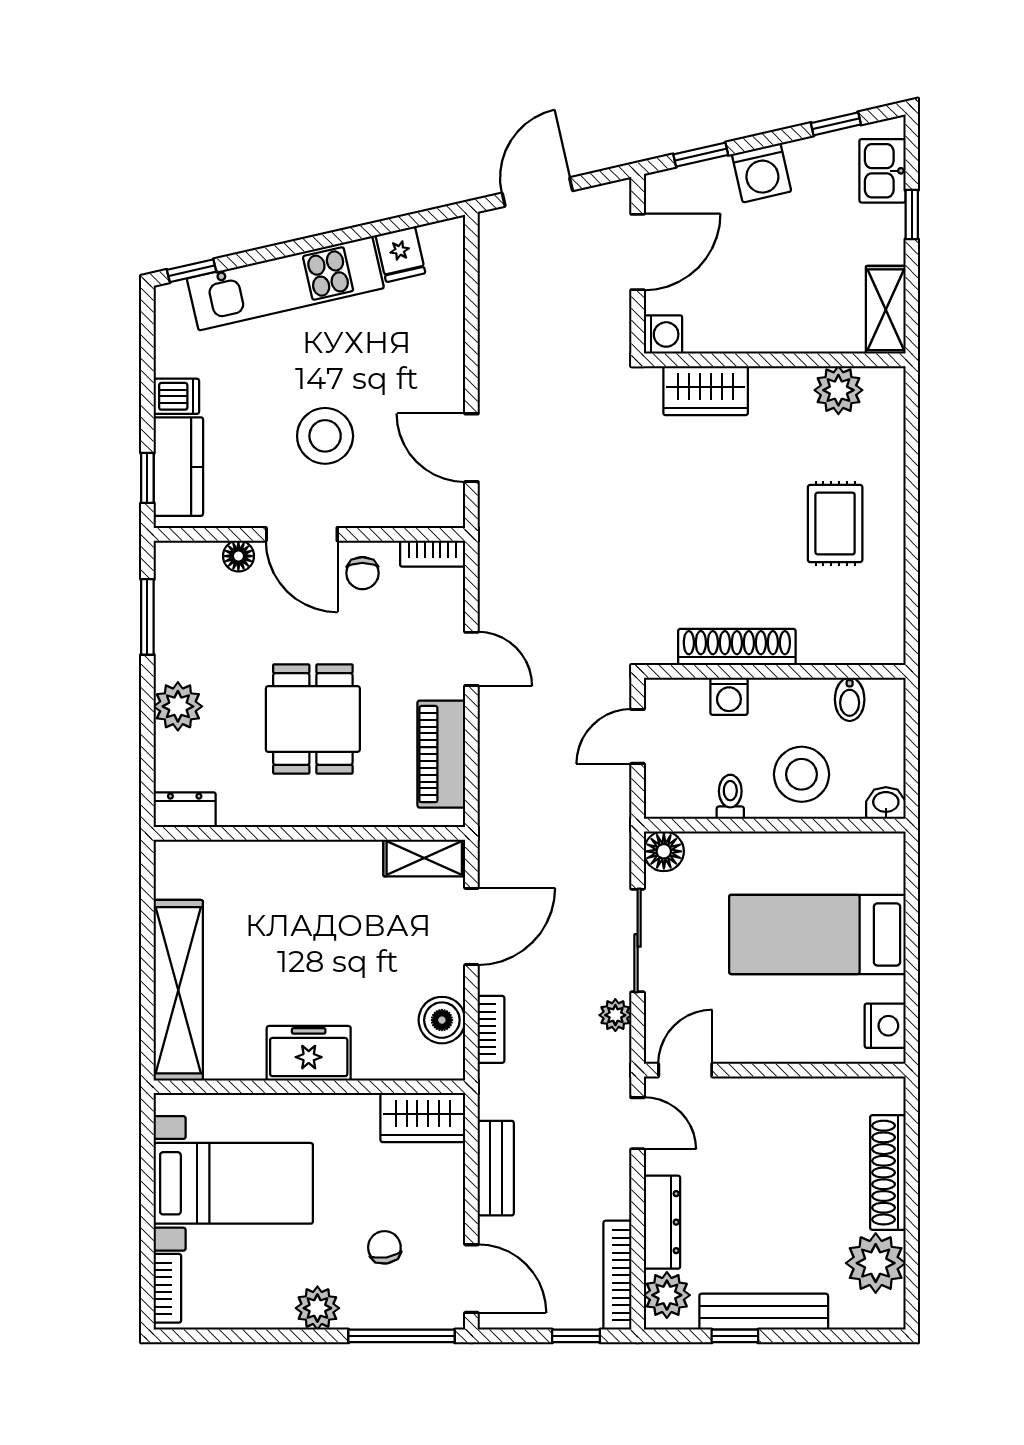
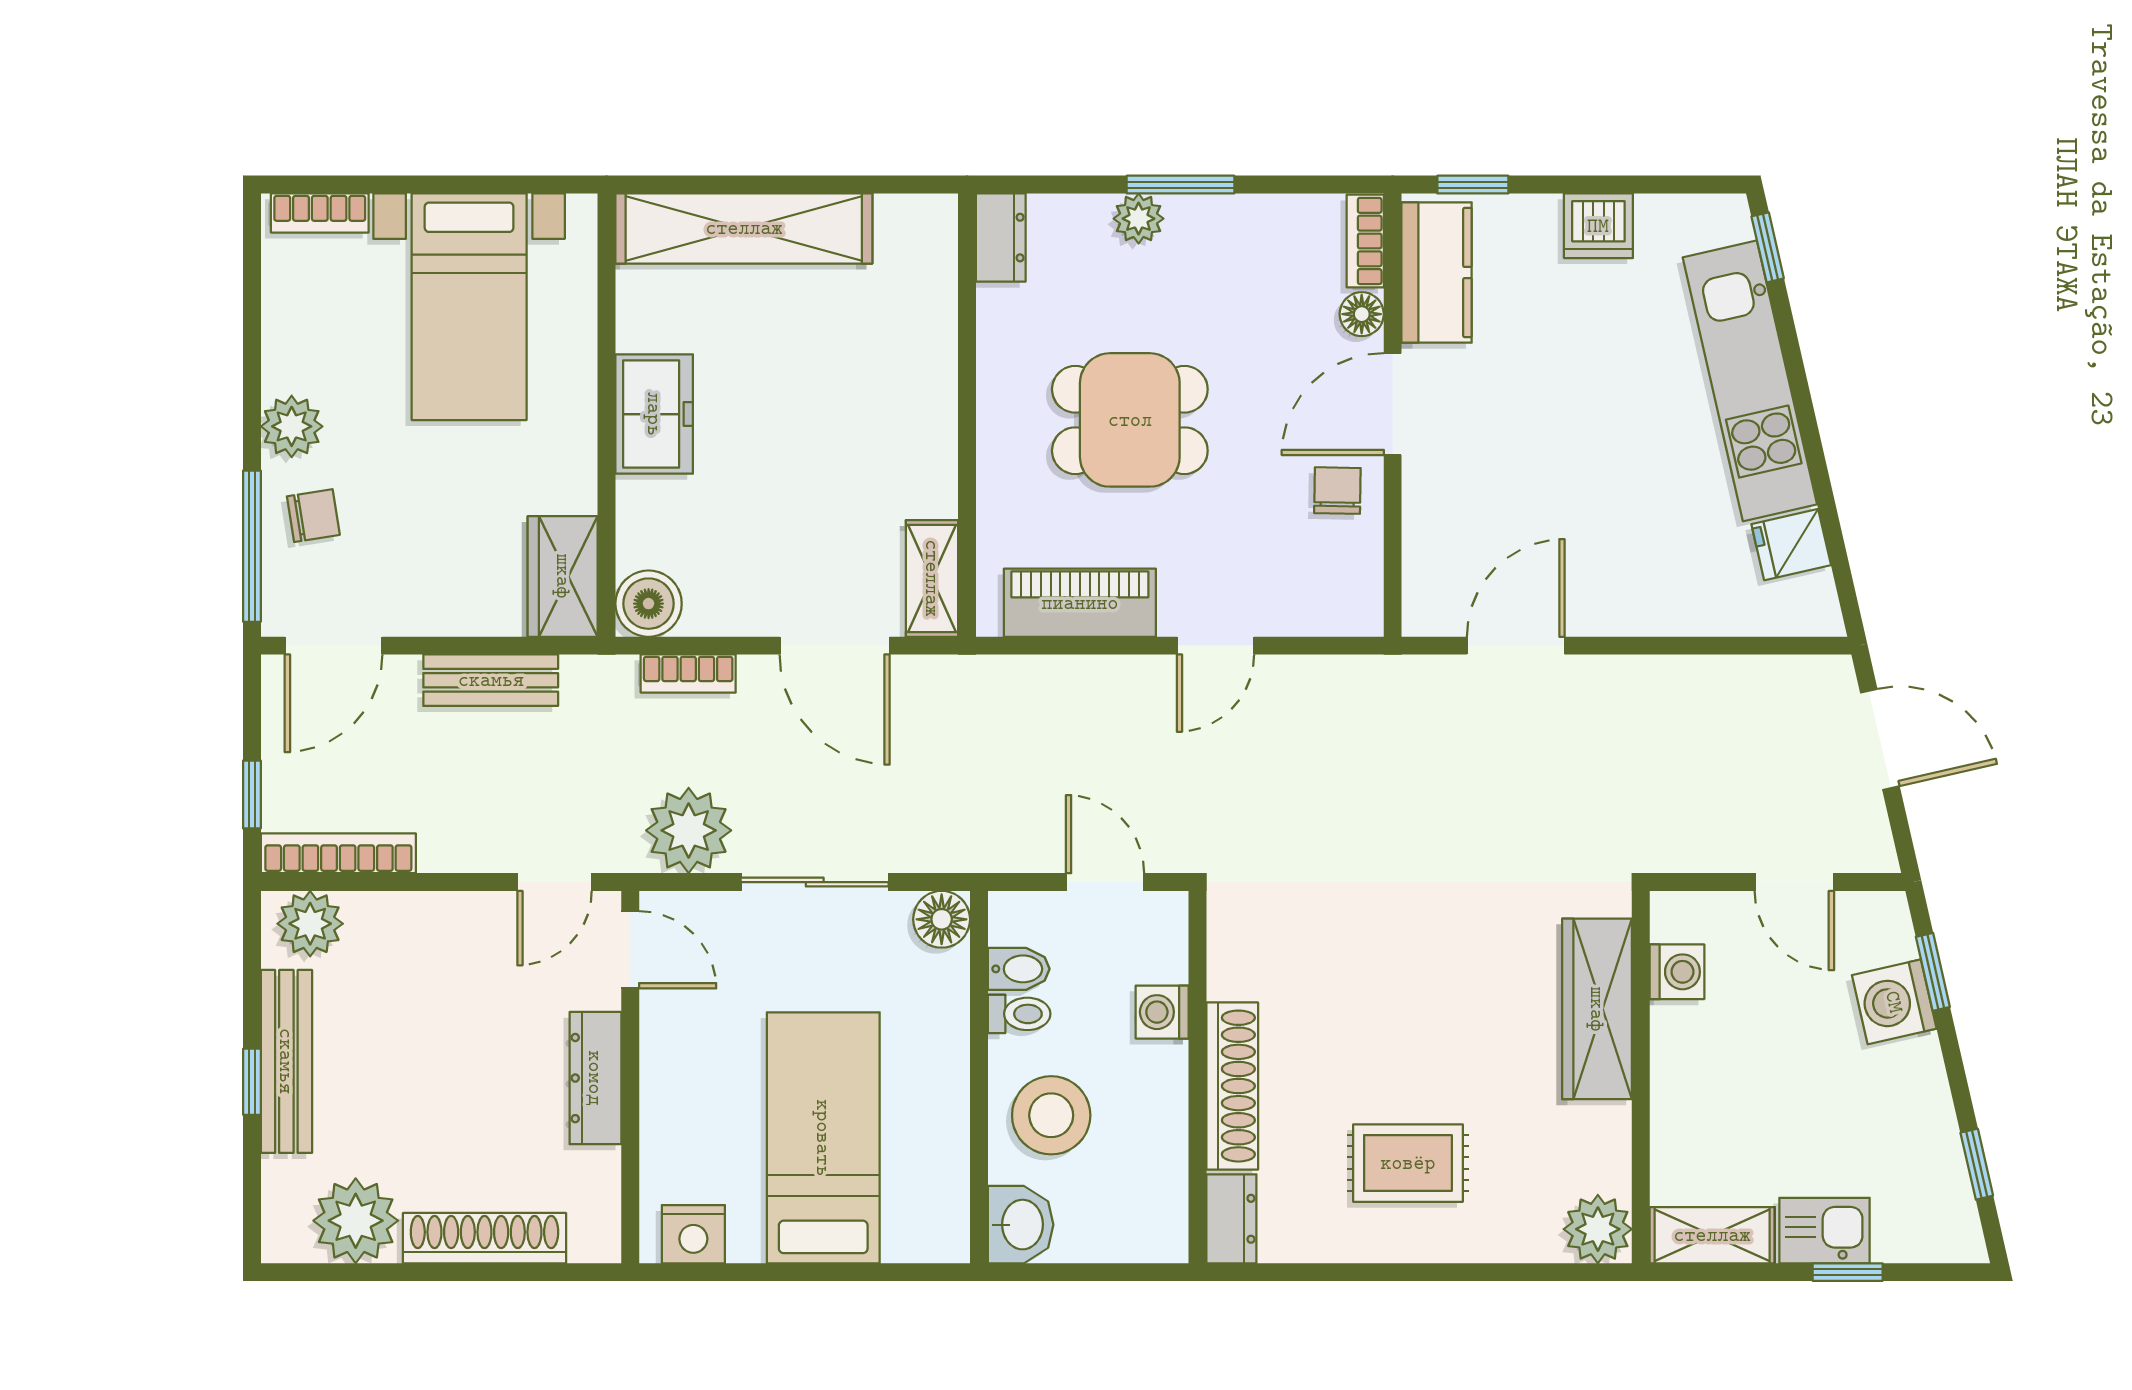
kitchen sink: (882, 171) -> (1825, 1231), moved
washing machine: (762, 173) -> (1894, 1002), moved
door: (638, 252) -> (1794, 882), width x0.73
washing machine: (663, 334) -> (1677, 972), moved, turned -90
plant: (838, 390) -> (1598, 1229), moved
wardrobe: (706, 391) -> (1597, 1009), width x1.50
dishwasher: (176, 396) -> (1598, 226), width x1.38
stool: (325, 436) -> (1533, 437), removed
kitchen counter: (178, 467) -> (1437, 273), moved, turned -90
bookcase: (433, 554) -> (1365, 241), moved
chair: (362, 573) -> (1337, 491), turned 91
window: (147, 617) -> (1180, 185), moved
shoe rack: (737, 647) -> (1232, 1086), moved
dresser: (874, 648) -> (1231, 1219), added
bidet: (850, 699) -> (1019, 969), moved, turned 180
plant: (178, 706) -> (1139, 219), width x0.73, depth x0.73
washbasin: (886, 803) -> (1021, 1225), width x1.38, depth x1.45
plant: (615, 1015) -> (689, 830), width x1.88, depth x1.88
boiler: (442, 1020) -> (649, 604), moved
dresser: (662, 1222) -> (595, 1078), moved, turned 90
chair: (384, 1247) -> (313, 516), moved
window: (735, 1336) -> (252, 1082), moved

